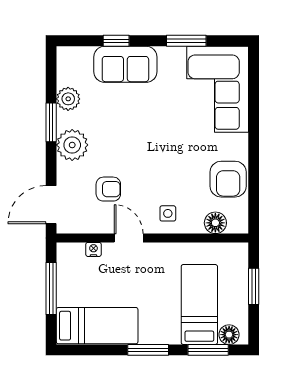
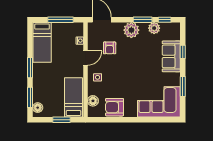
window: (51, 78) -> (165, 20), added
bed: (199, 305) -> (73, 97), moved, turned -90

